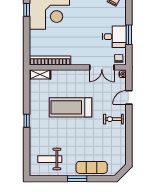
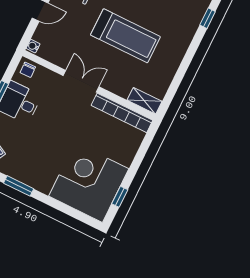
double door: (102, 67) -> (81, 81), moved
window: (27, 121) -> (208, 18), moved

